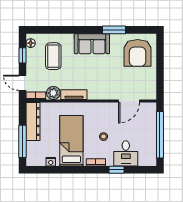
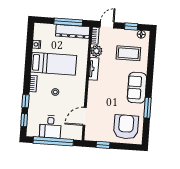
armchair: (138, 53) -> (126, 127), turned 90
window: (160, 78) -> (103, 145), added
door: (129, 101) -> (85, 116), hinge flipped
window: (22, 141) -> (68, 22), moved
desk: (126, 153) -> (50, 127), moved, turned -90
window: (138, 170) -> (24, 120), added

